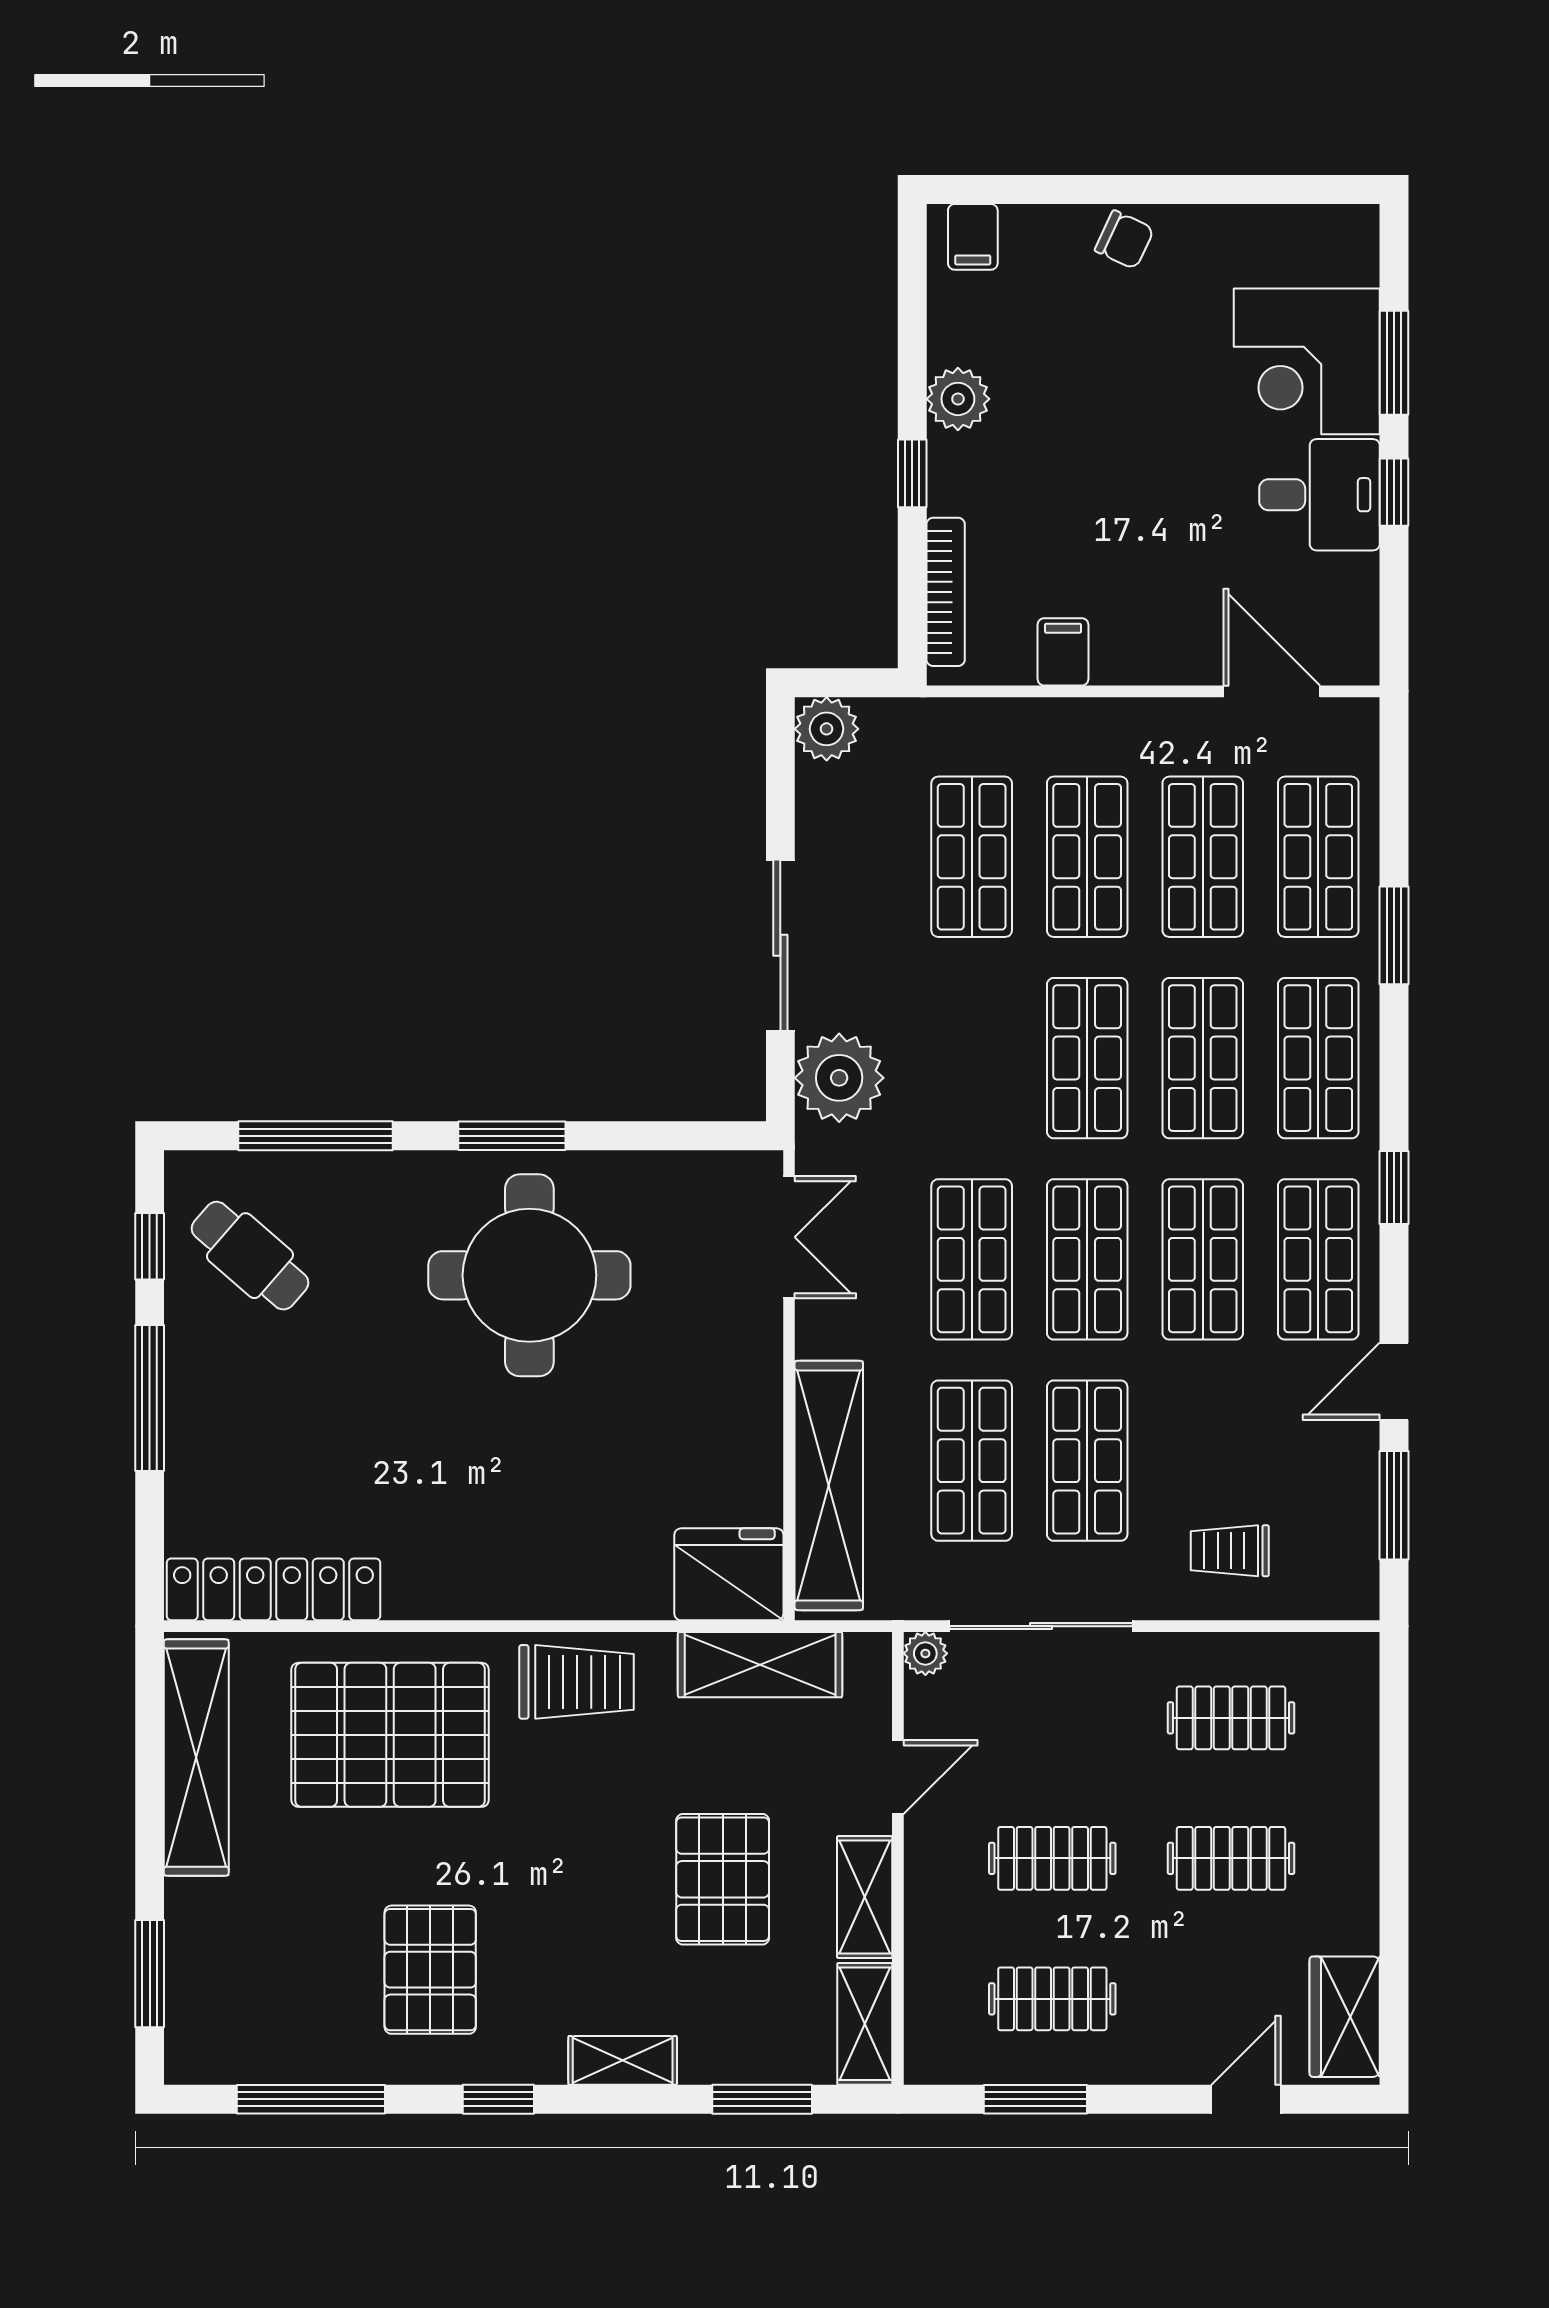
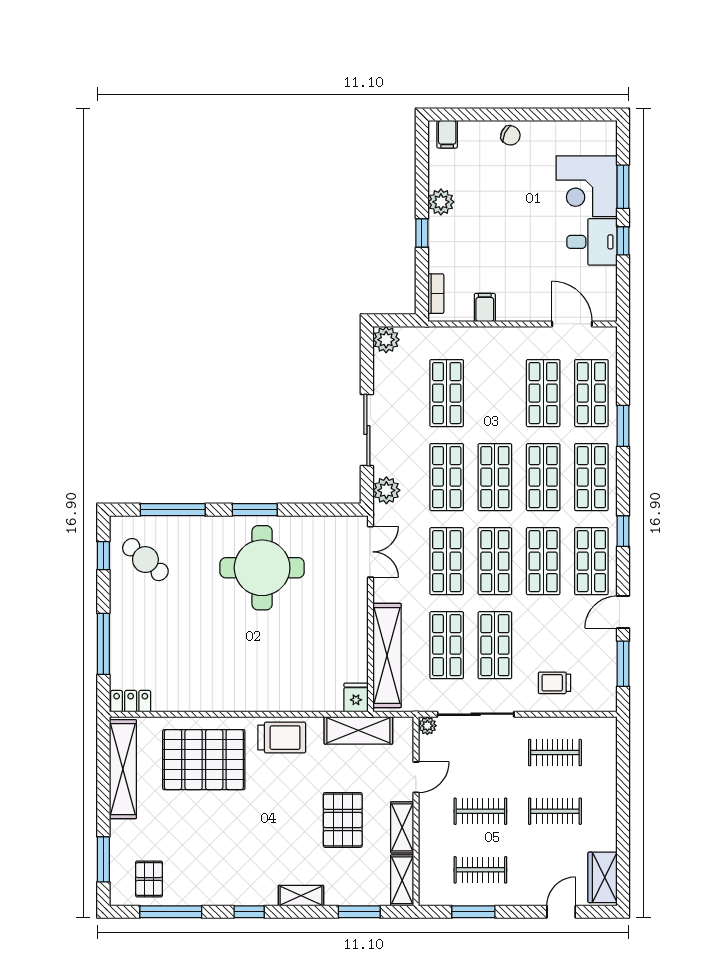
bookcase: (946, 592) -> (436, 294), width x0.64
shop shelf: (1087, 857) -> (447, 477), moved
plant: (839, 1078) -> (386, 490), width x0.73, depth x0.73
window: (150, 1398) -> (103, 644), moved
fridge: (729, 1574) -> (356, 697), width x0.53, depth x0.75
locker: (273, 1589) -> (131, 701), width x0.46, depth x0.83
pallet: (430, 1970) -> (149, 879), moved, width x0.67, depth x0.71

